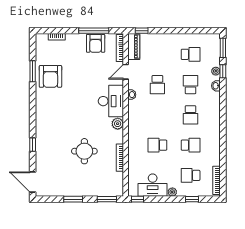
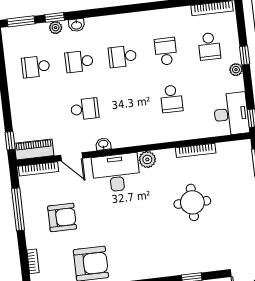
armchair: (96, 43) -> (62, 217), moved
school desk: (191, 54) -> (36, 67), turned -90
school desk: (191, 115) -> (122, 56), turned 180
desk: (153, 185) -> (231, 114), moved
window: (192, 199) -> (245, 55), moved

